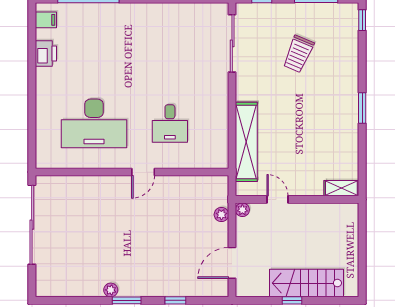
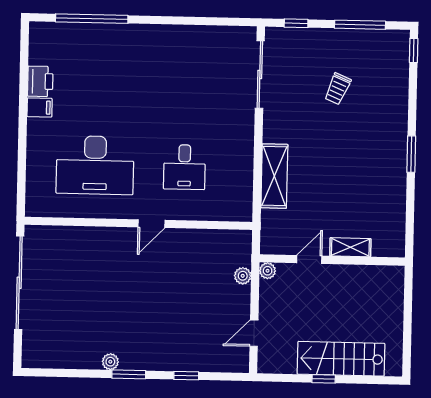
filing cabinet: (46, 20) -> (40, 107), moved
trolley: (298, 54) -> (338, 89), width x0.73, depth x0.72
shelving: (246, 142) -> (274, 176), width x0.68
shelving: (341, 188) -> (350, 247), moved
door: (278, 199) -> (309, 259), hinge flipped
door: (232, 263) -> (254, 333), width x0.73

